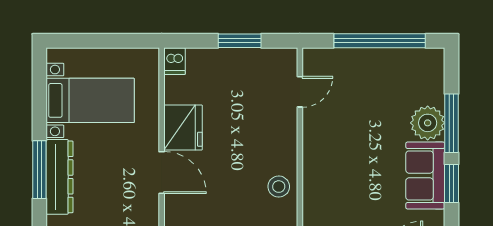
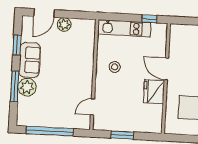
dishwasher: (174, 61) -> (157, 126), removed
window: (452, 183) -> (17, 45), moved
stool: (279, 187) -> (115, 67), moved

